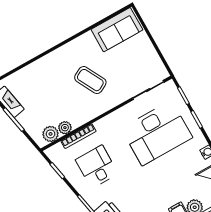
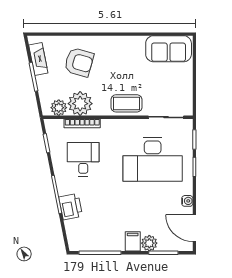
coffee table: (90, 80) -> (126, 103), moved, turned -62
armchair: (46, 85) -> (79, 62), added
plant: (65, 128) -> (80, 104), width x1.87, depth x1.87

